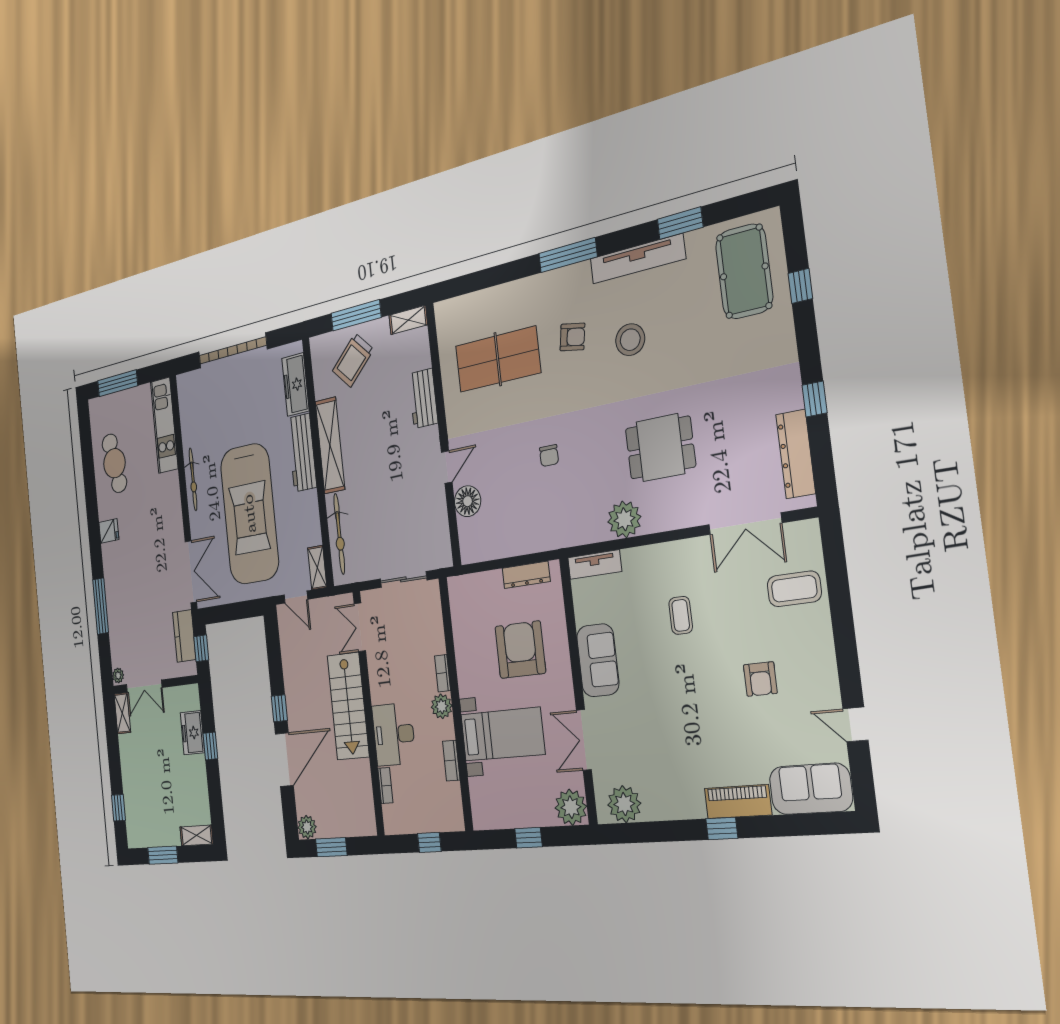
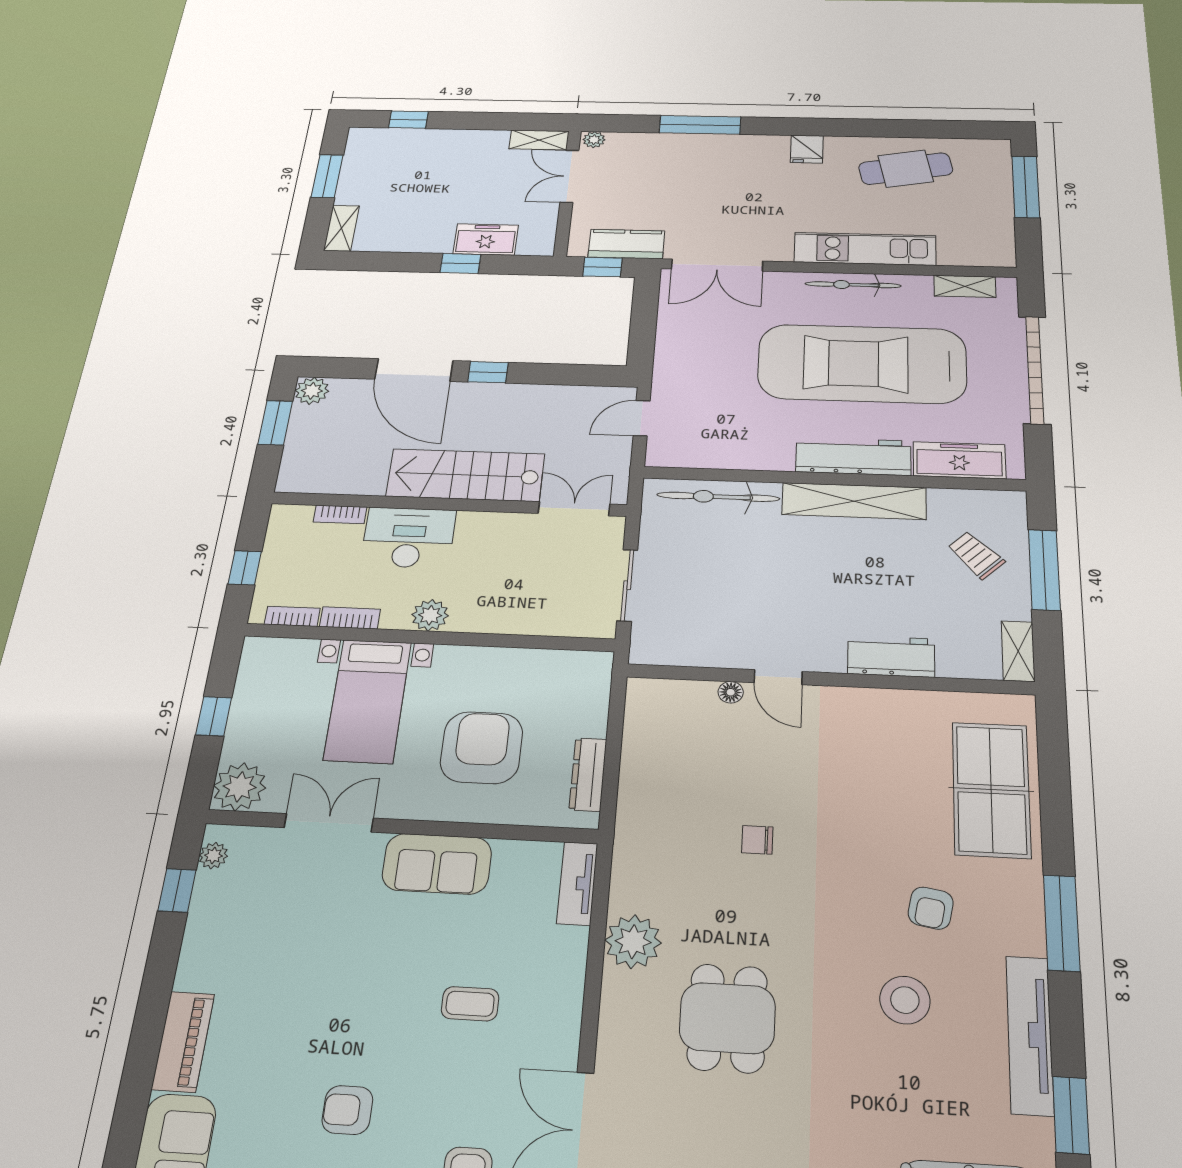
table tennis table: (498, 359) -> (991, 789), moved
trolley: (353, 360) -> (976, 555), width x0.73, depth x0.72
kitchen unit: (164, 425) -> (865, 249), moved
floor lamp: (468, 501) -> (731, 692), width x0.53, depth x0.53
car: (249, 514) -> (862, 364), moved
shelving: (317, 568) -> (965, 286), moved
armchair: (520, 650) -> (482, 748), turned -90
bookcase: (443, 673) -> (292, 616), moved
plant: (624, 804) -> (213, 856), width x0.53, depth x0.53
window: (722, 829) -> (177, 890), moved

